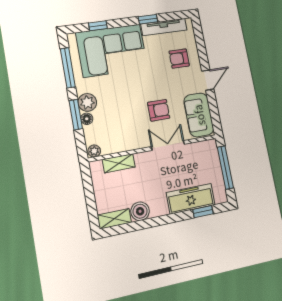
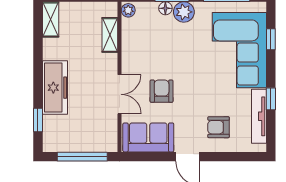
armchair: (179, 58) -> (219, 127), turned -90
armchair: (159, 110) -> (162, 91), turned 180
freezer: (191, 199) -> (55, 88), moved
boiler: (140, 211) -> (53, 49), removed

